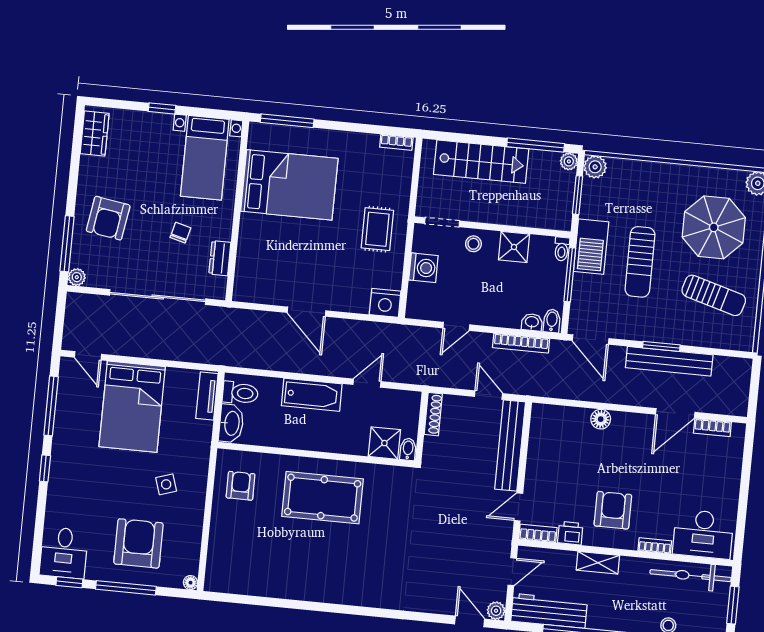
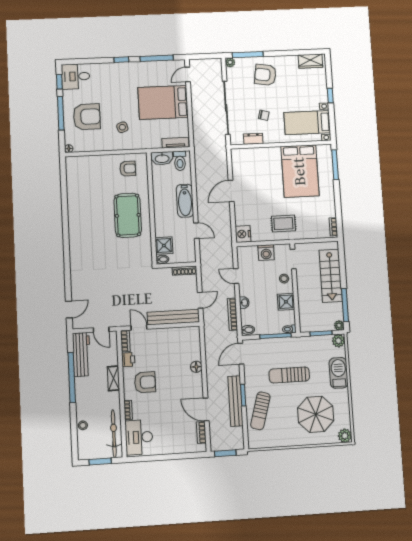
barbecue: (591, 247) -> (339, 373), moved, turned 90
sun lounger: (714, 295) -> (260, 411), moved
washbasin: (532, 322) -> (244, 303), moved
window: (754, 392) -> (225, 453), added
plant: (496, 611) -> (77, 324), removed

